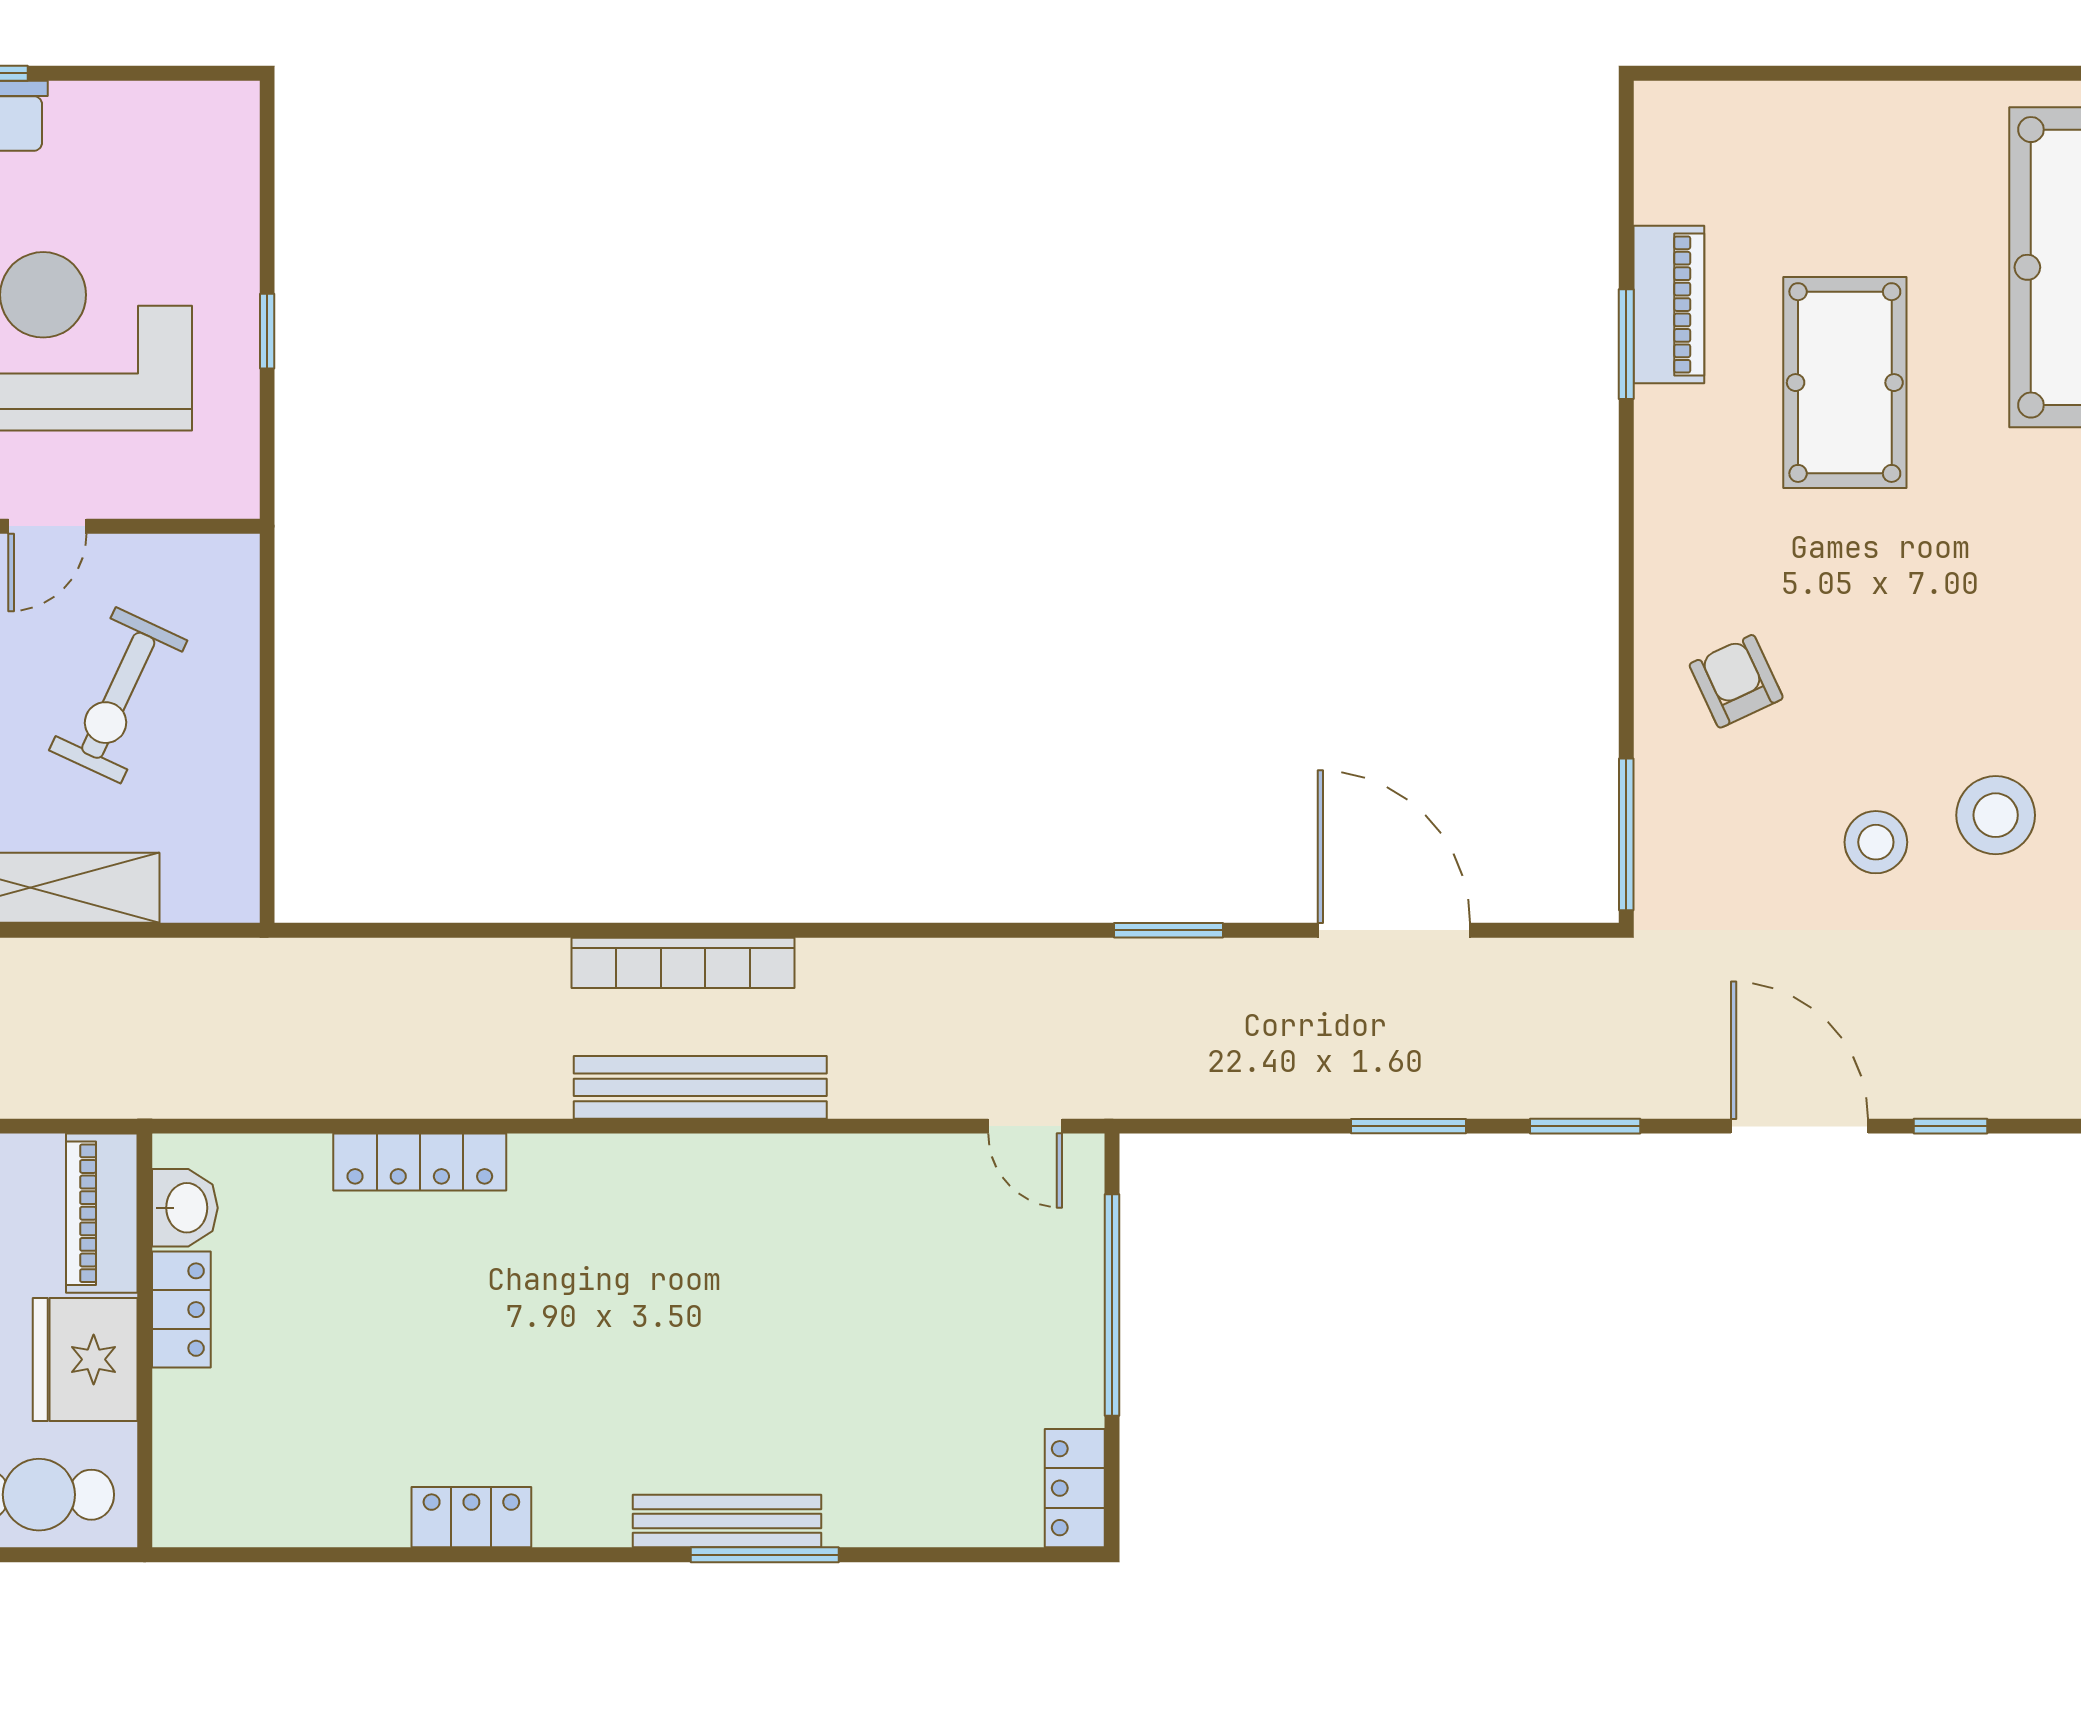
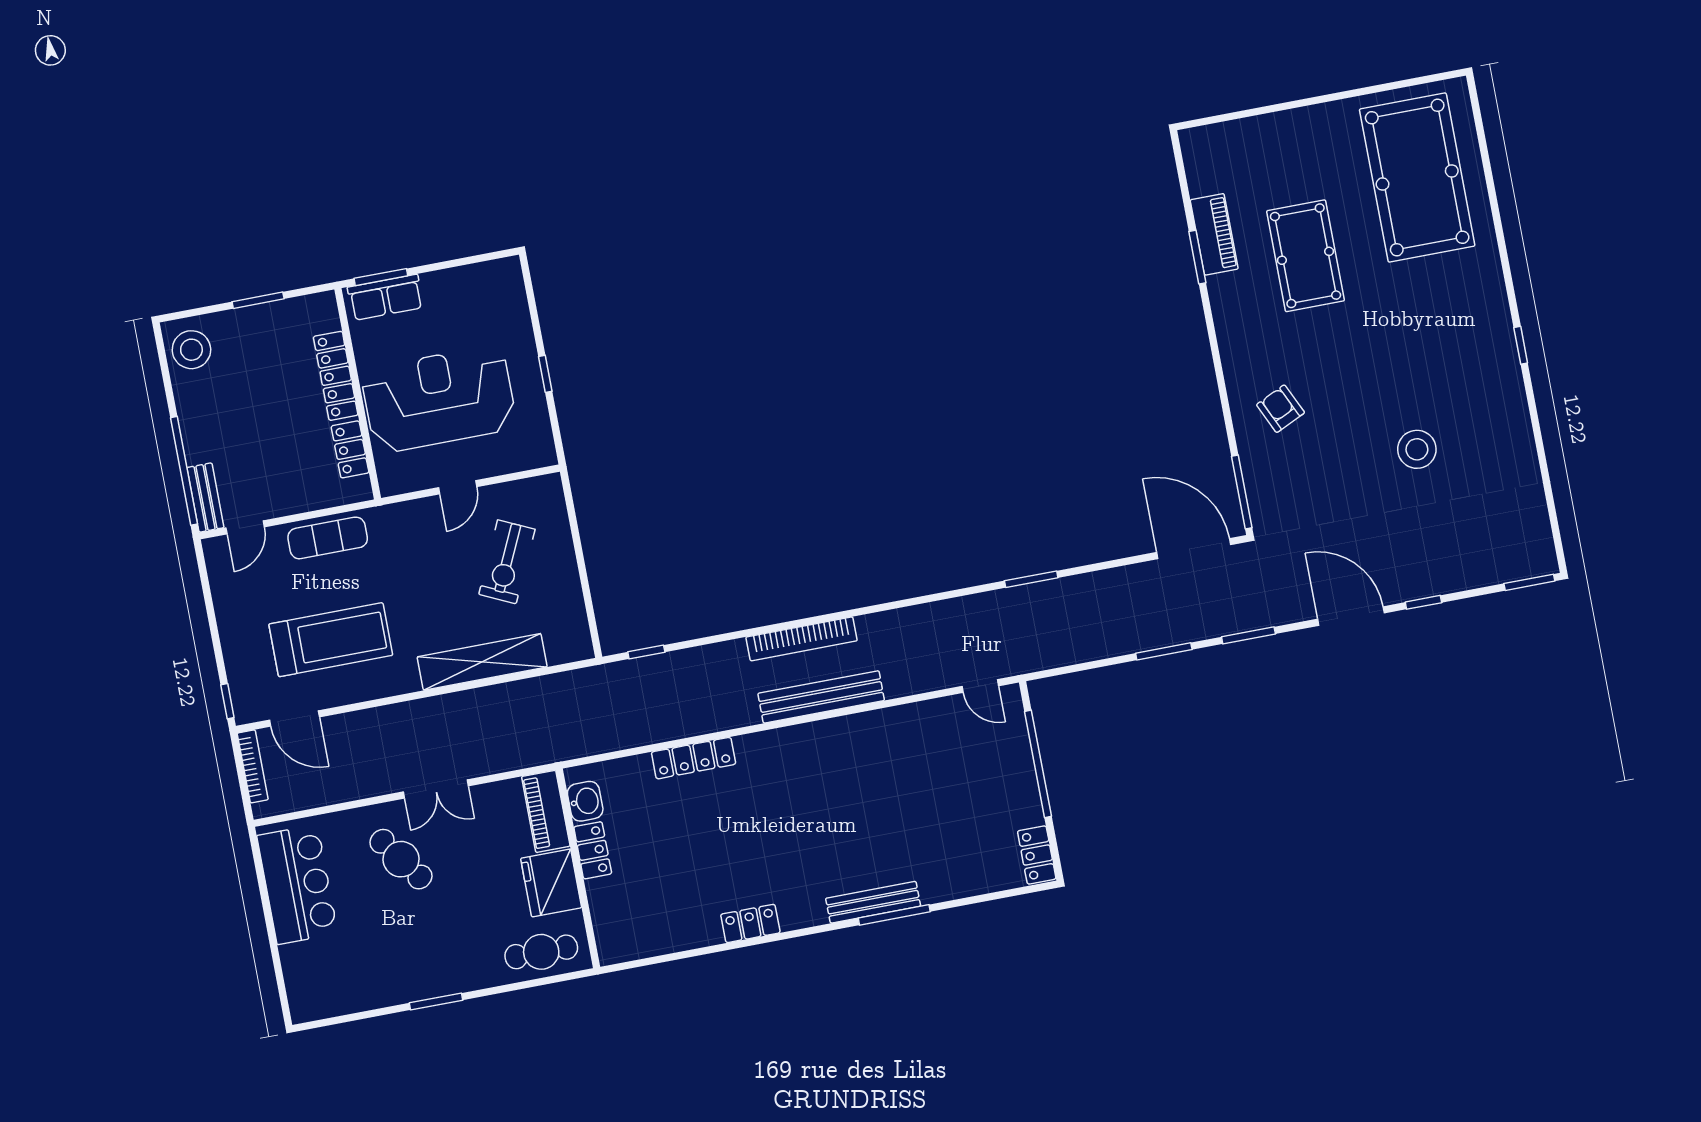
stool: (1876, 842) -> (1362, 473), removed
window: (365, 930) -> (646, 652), added
door: (1394, 930) -> (1194, 549), moved

